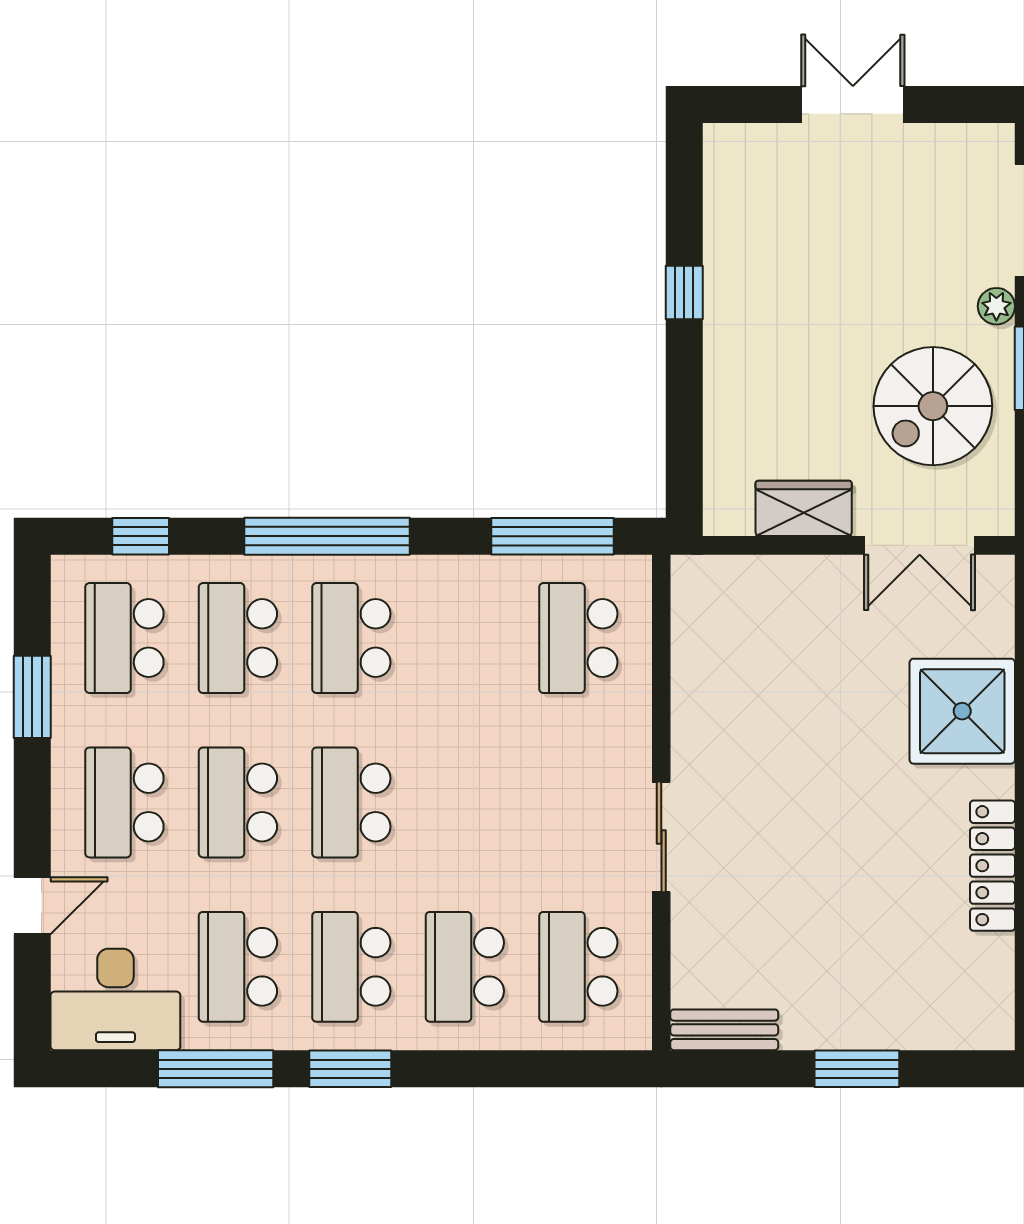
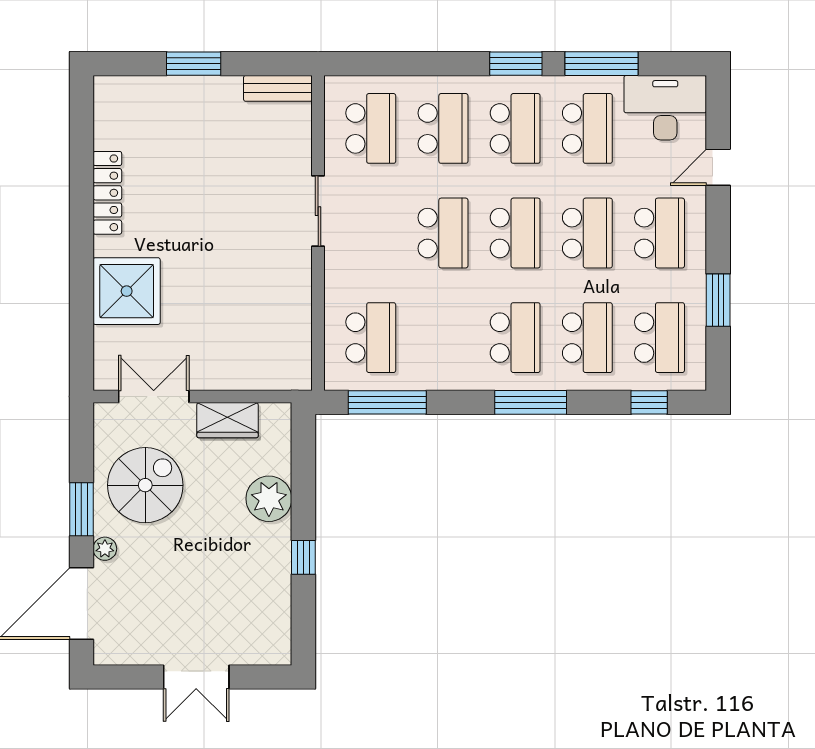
plant: (738, 385) -> (269, 499), added
window: (327, 536) -> (531, 402), width x0.68
school desk: (465, 802) -> (443, 233), added

